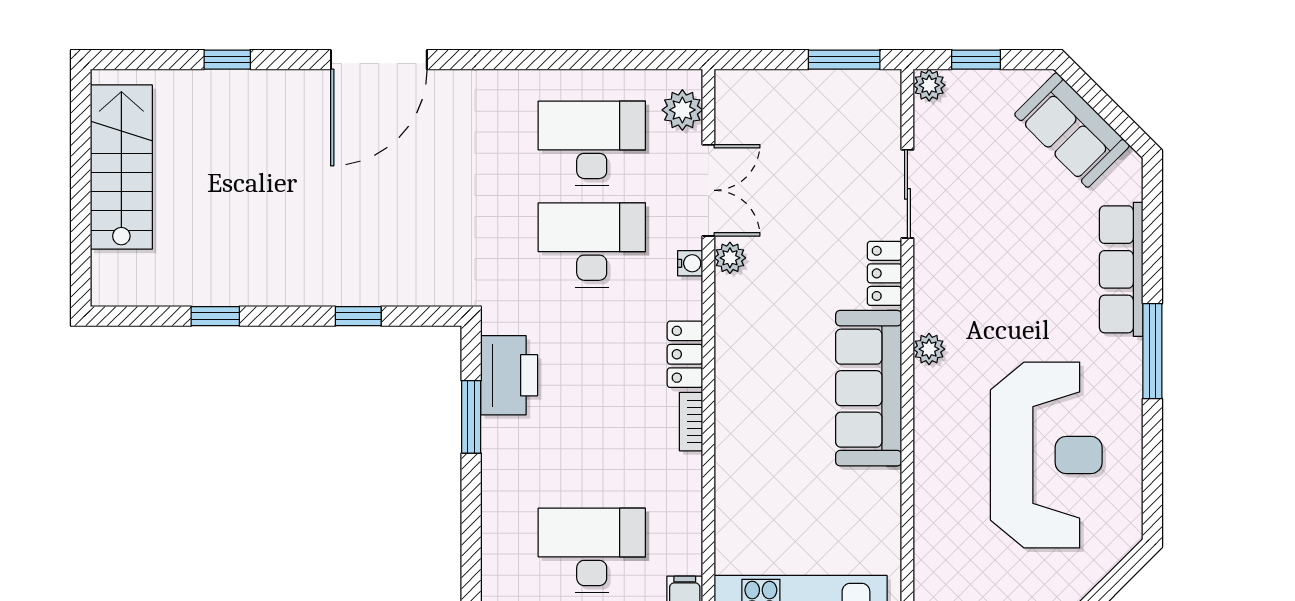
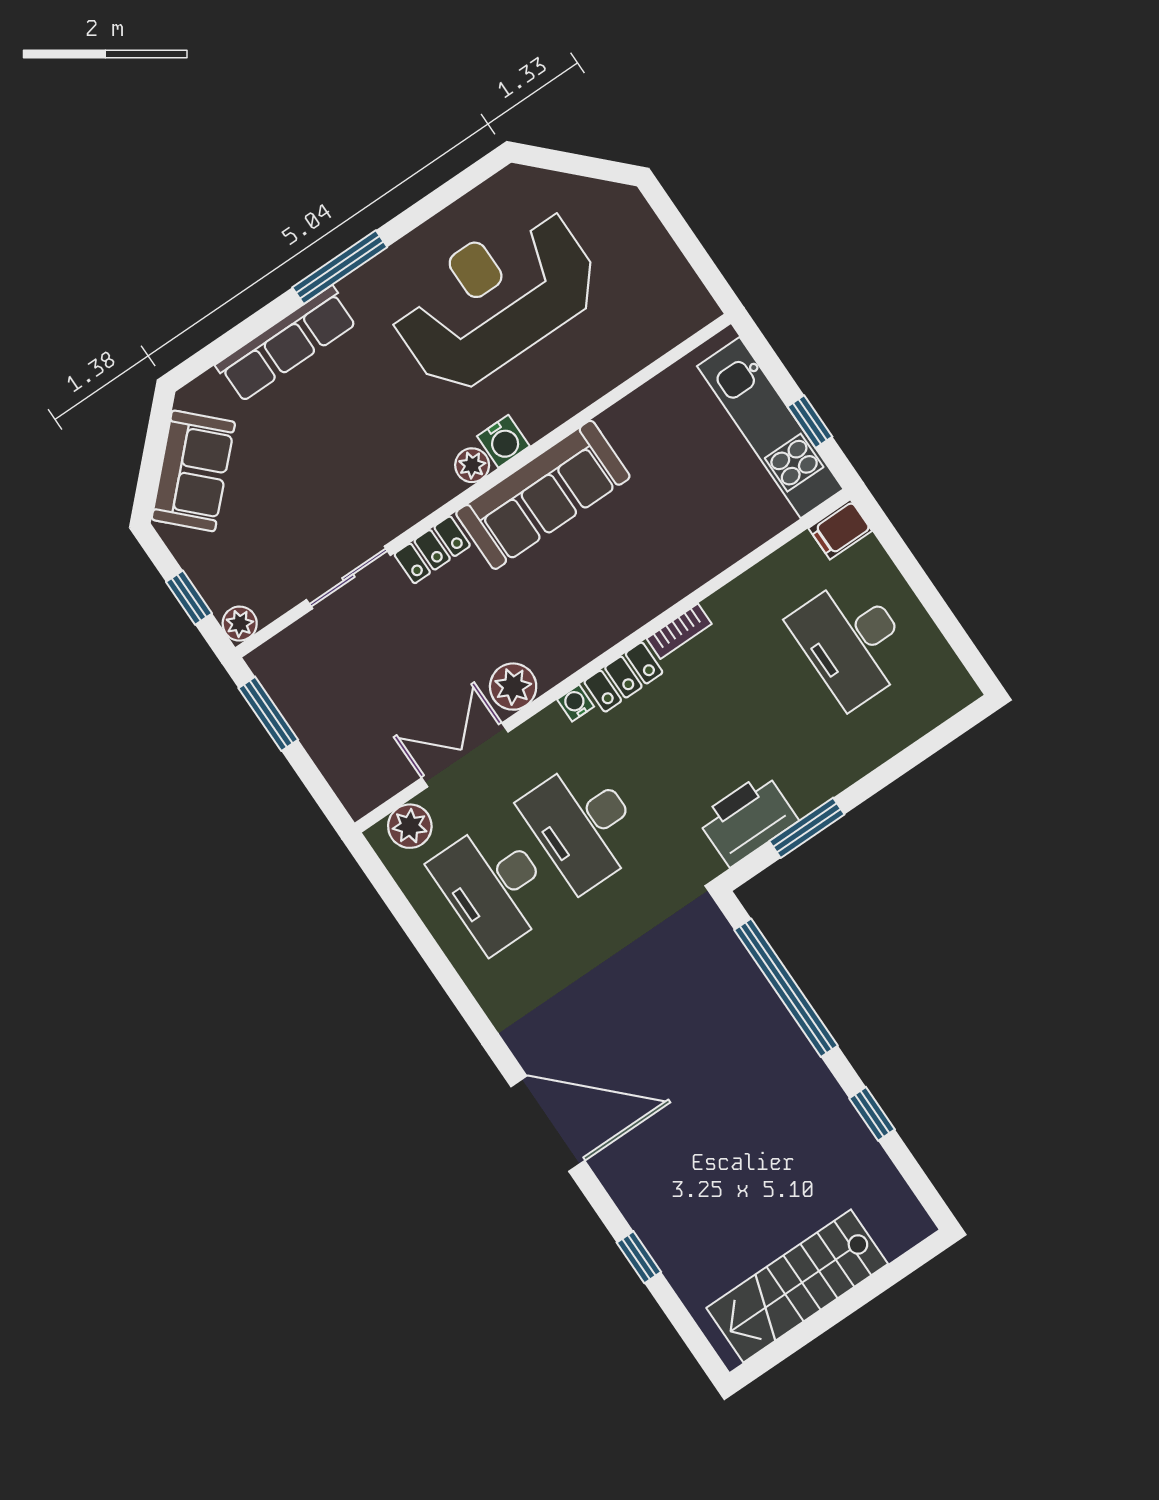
plant: (730, 258) -> (513, 687), width x1.38, depth x1.38
water cooler: (690, 263) -> (576, 703), moved
window: (358, 316) -> (786, 988), width x3.17
water cooler: (931, 386) -> (503, 441), added

